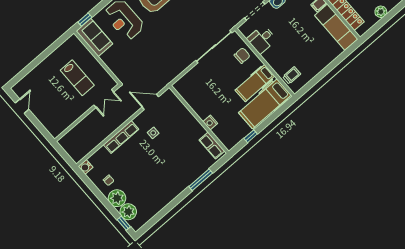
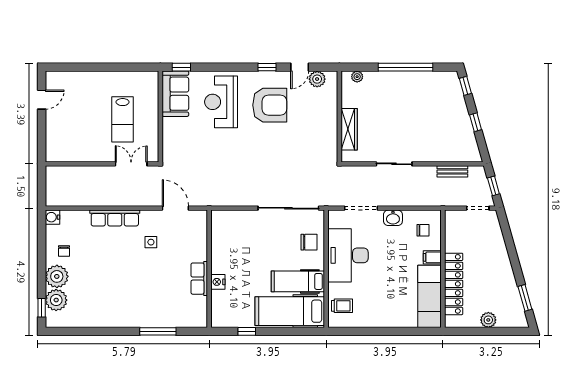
desk: (262, 39) -> (348, 255), width x1.87, depth x1.30
double door: (104, 98) -> (131, 164), swing flipped
row of seats: (212, 146) -> (199, 279), moved

